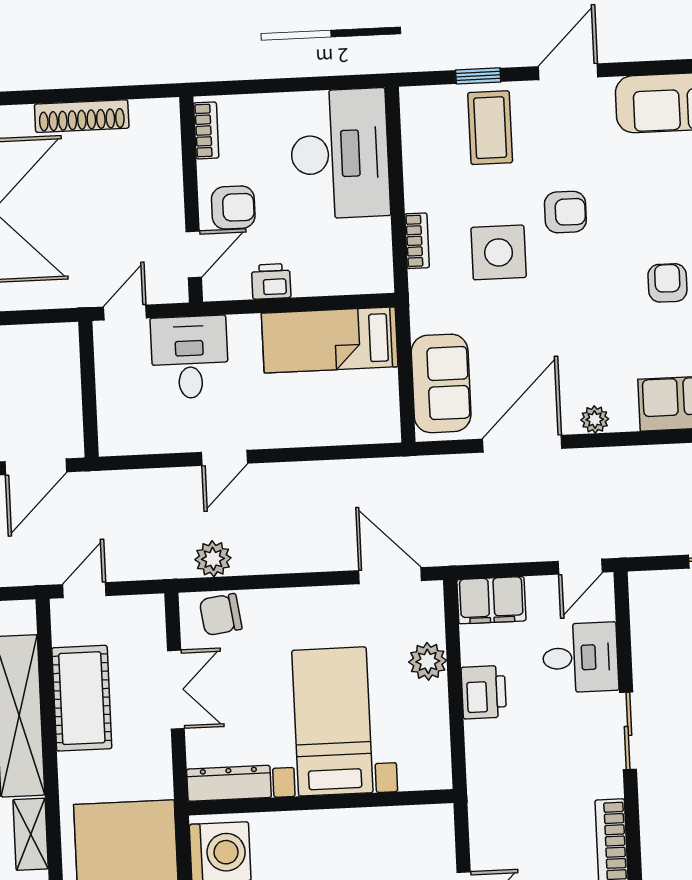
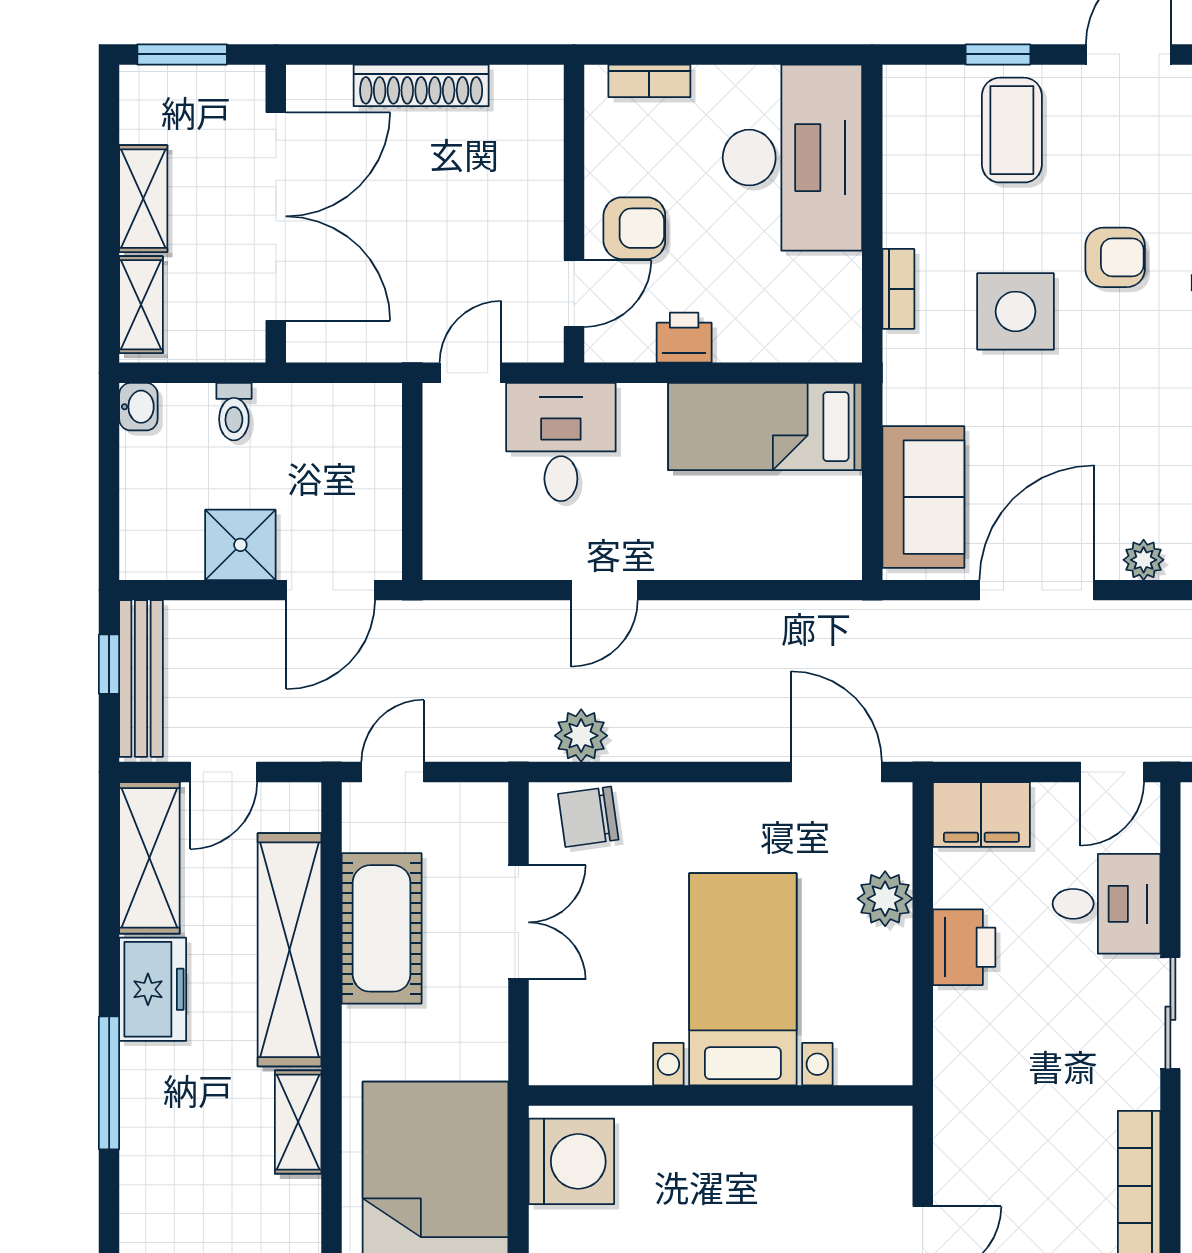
bookcase: (206, 130) -> (649, 81), moved, turned 90
dresser: (229, 783) -> (589, 1062), removed

